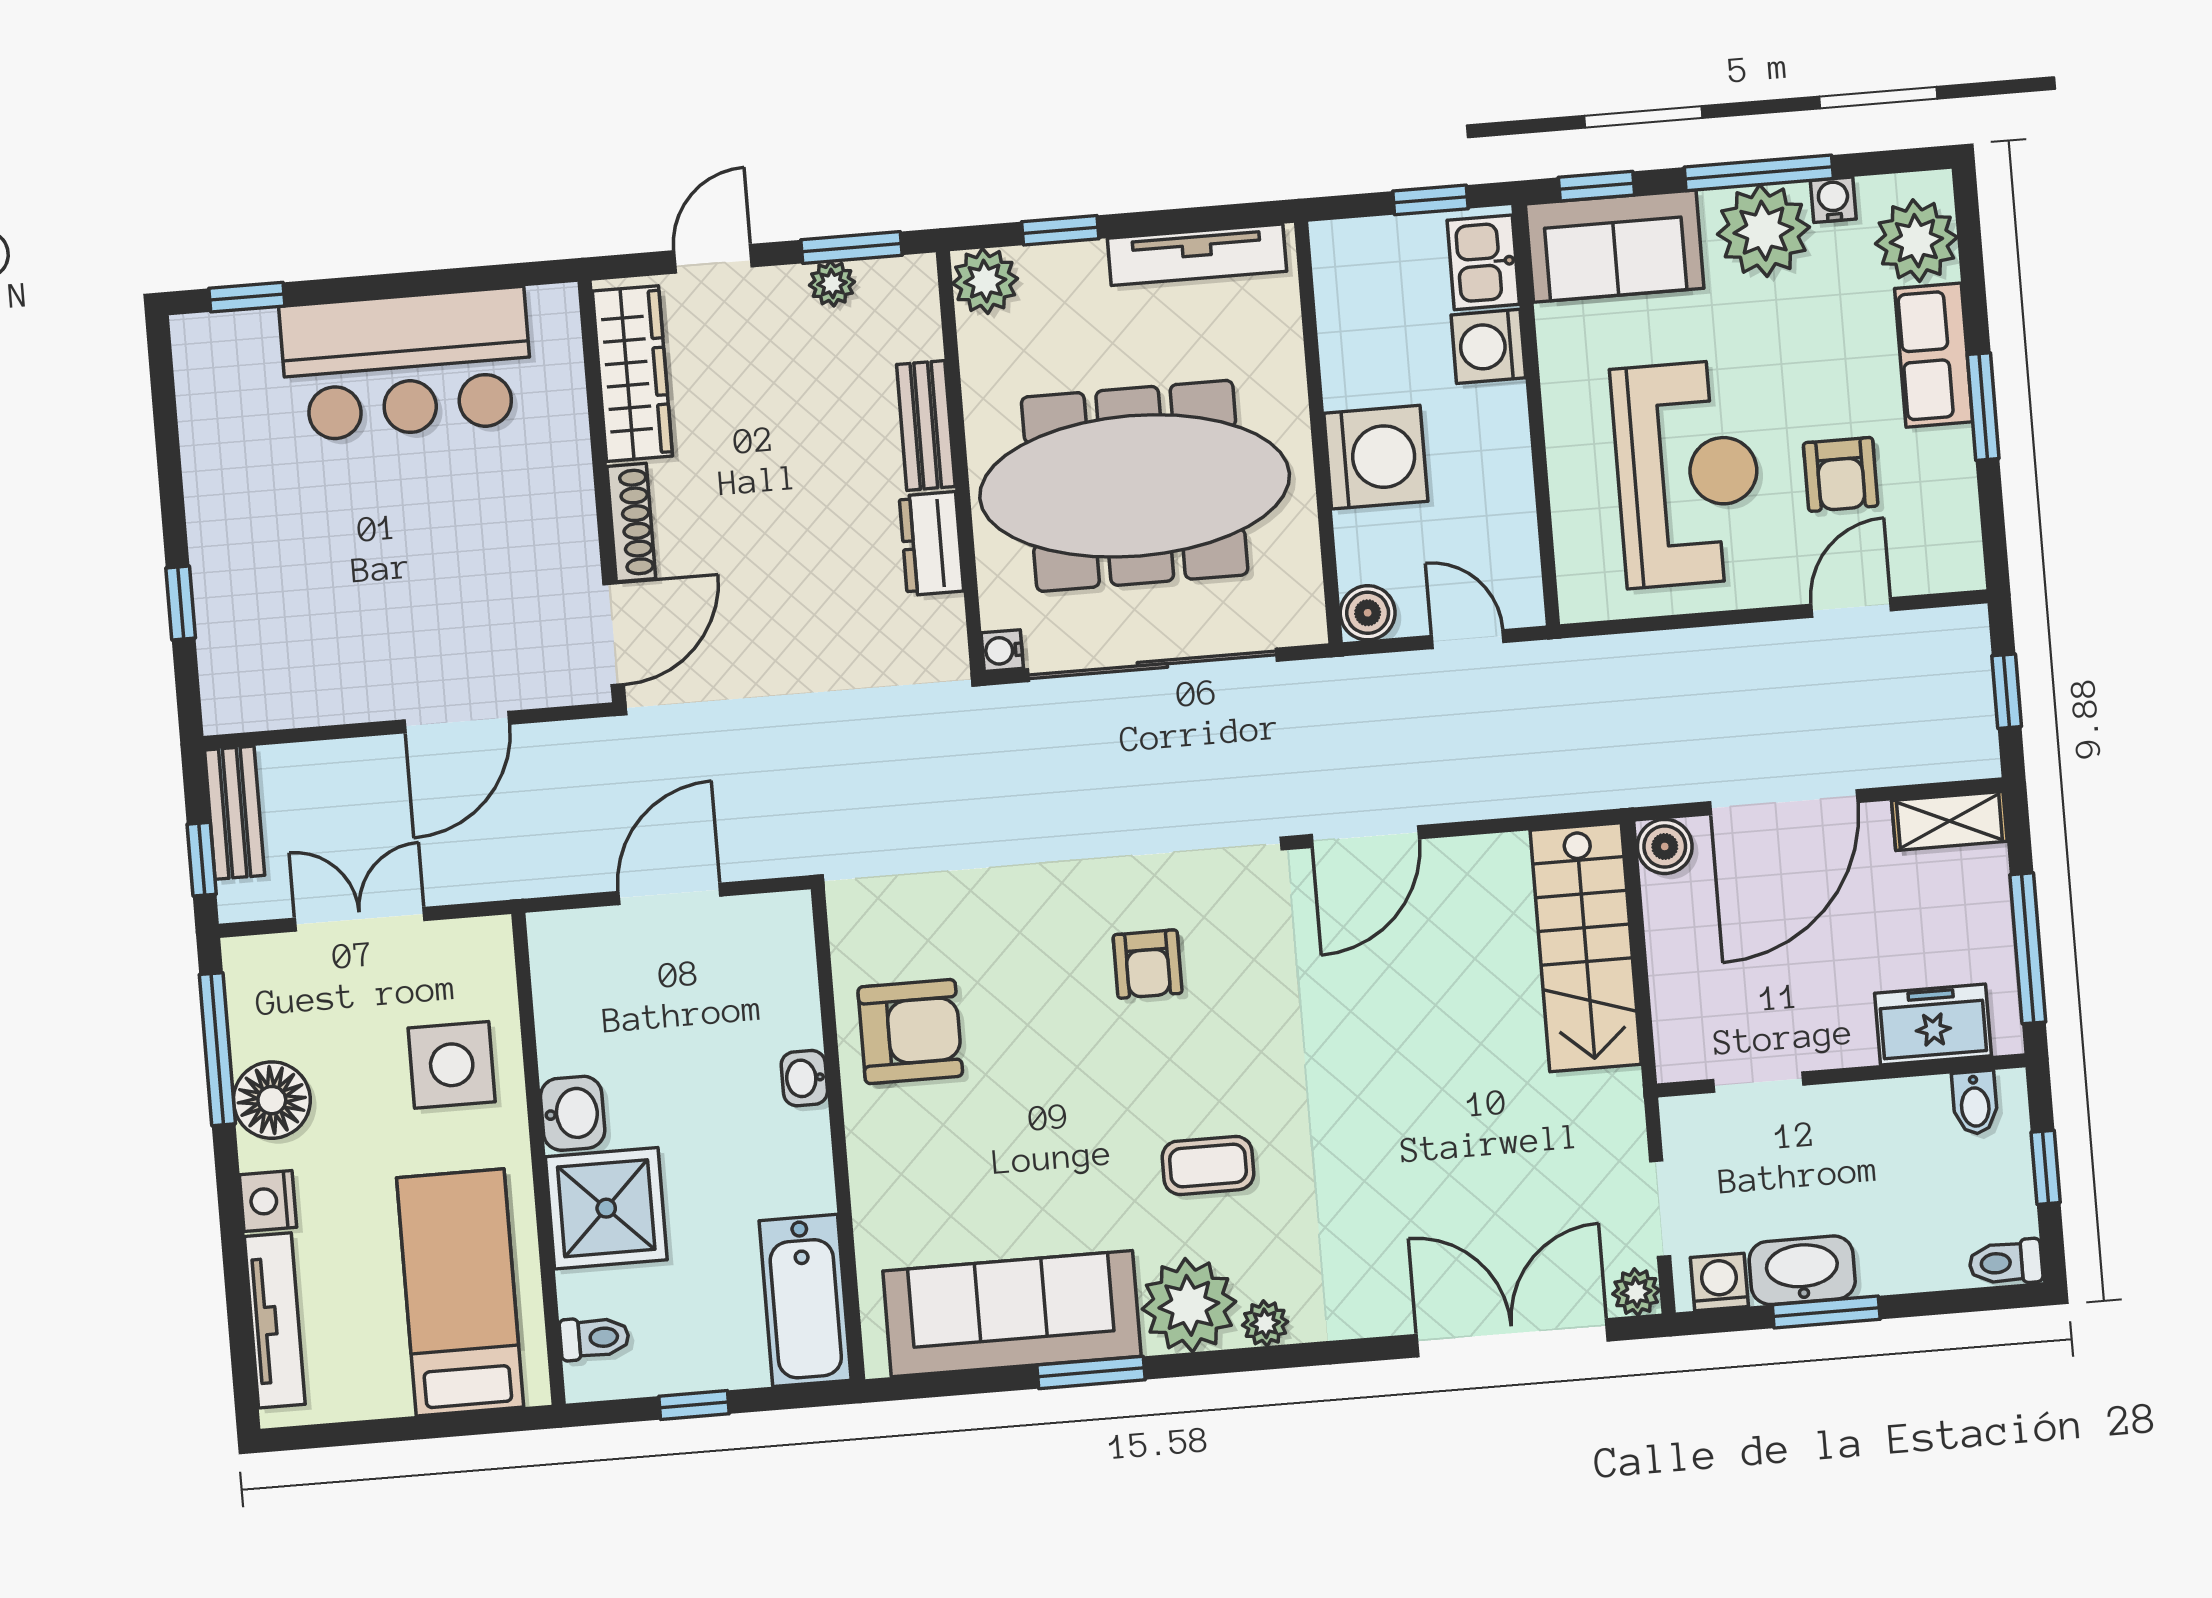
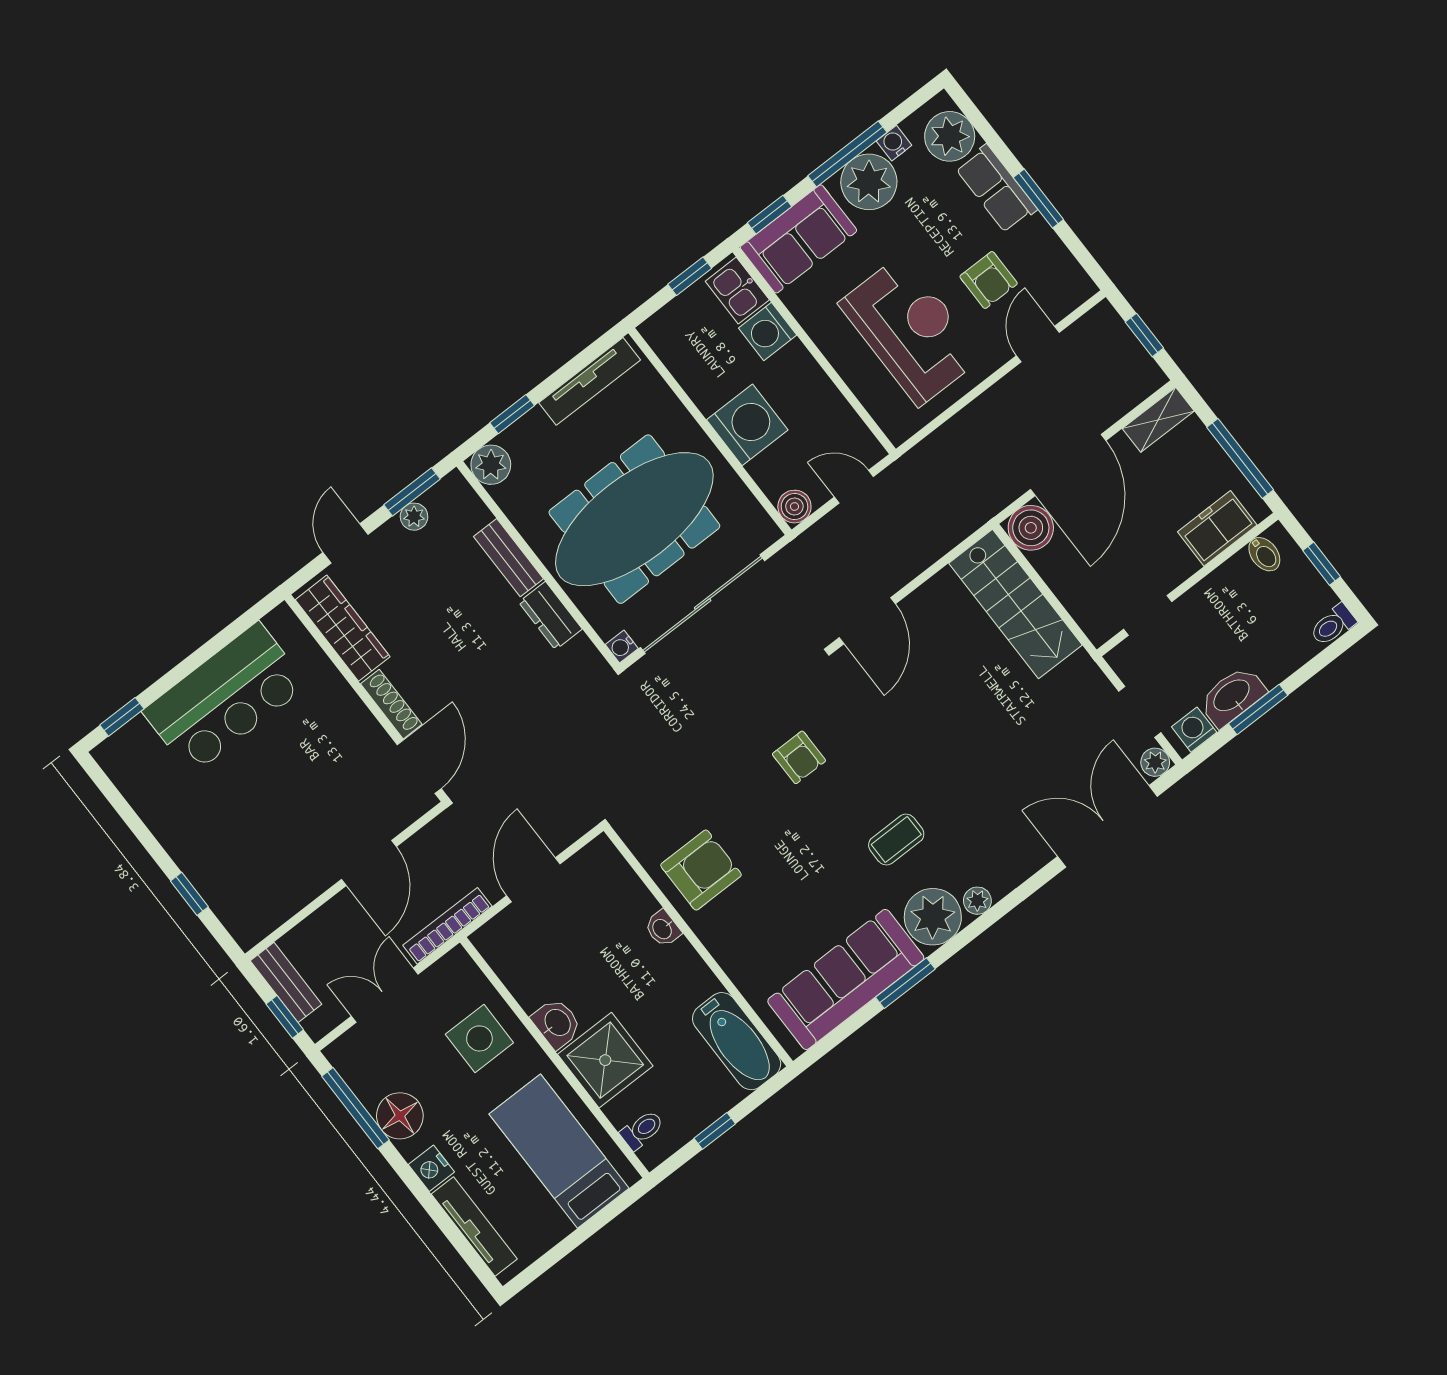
boiler: (1665, 846) -> (1031, 528), width x1.36, depth x1.36
bookcase: (509, 880) -> (447, 926), added

